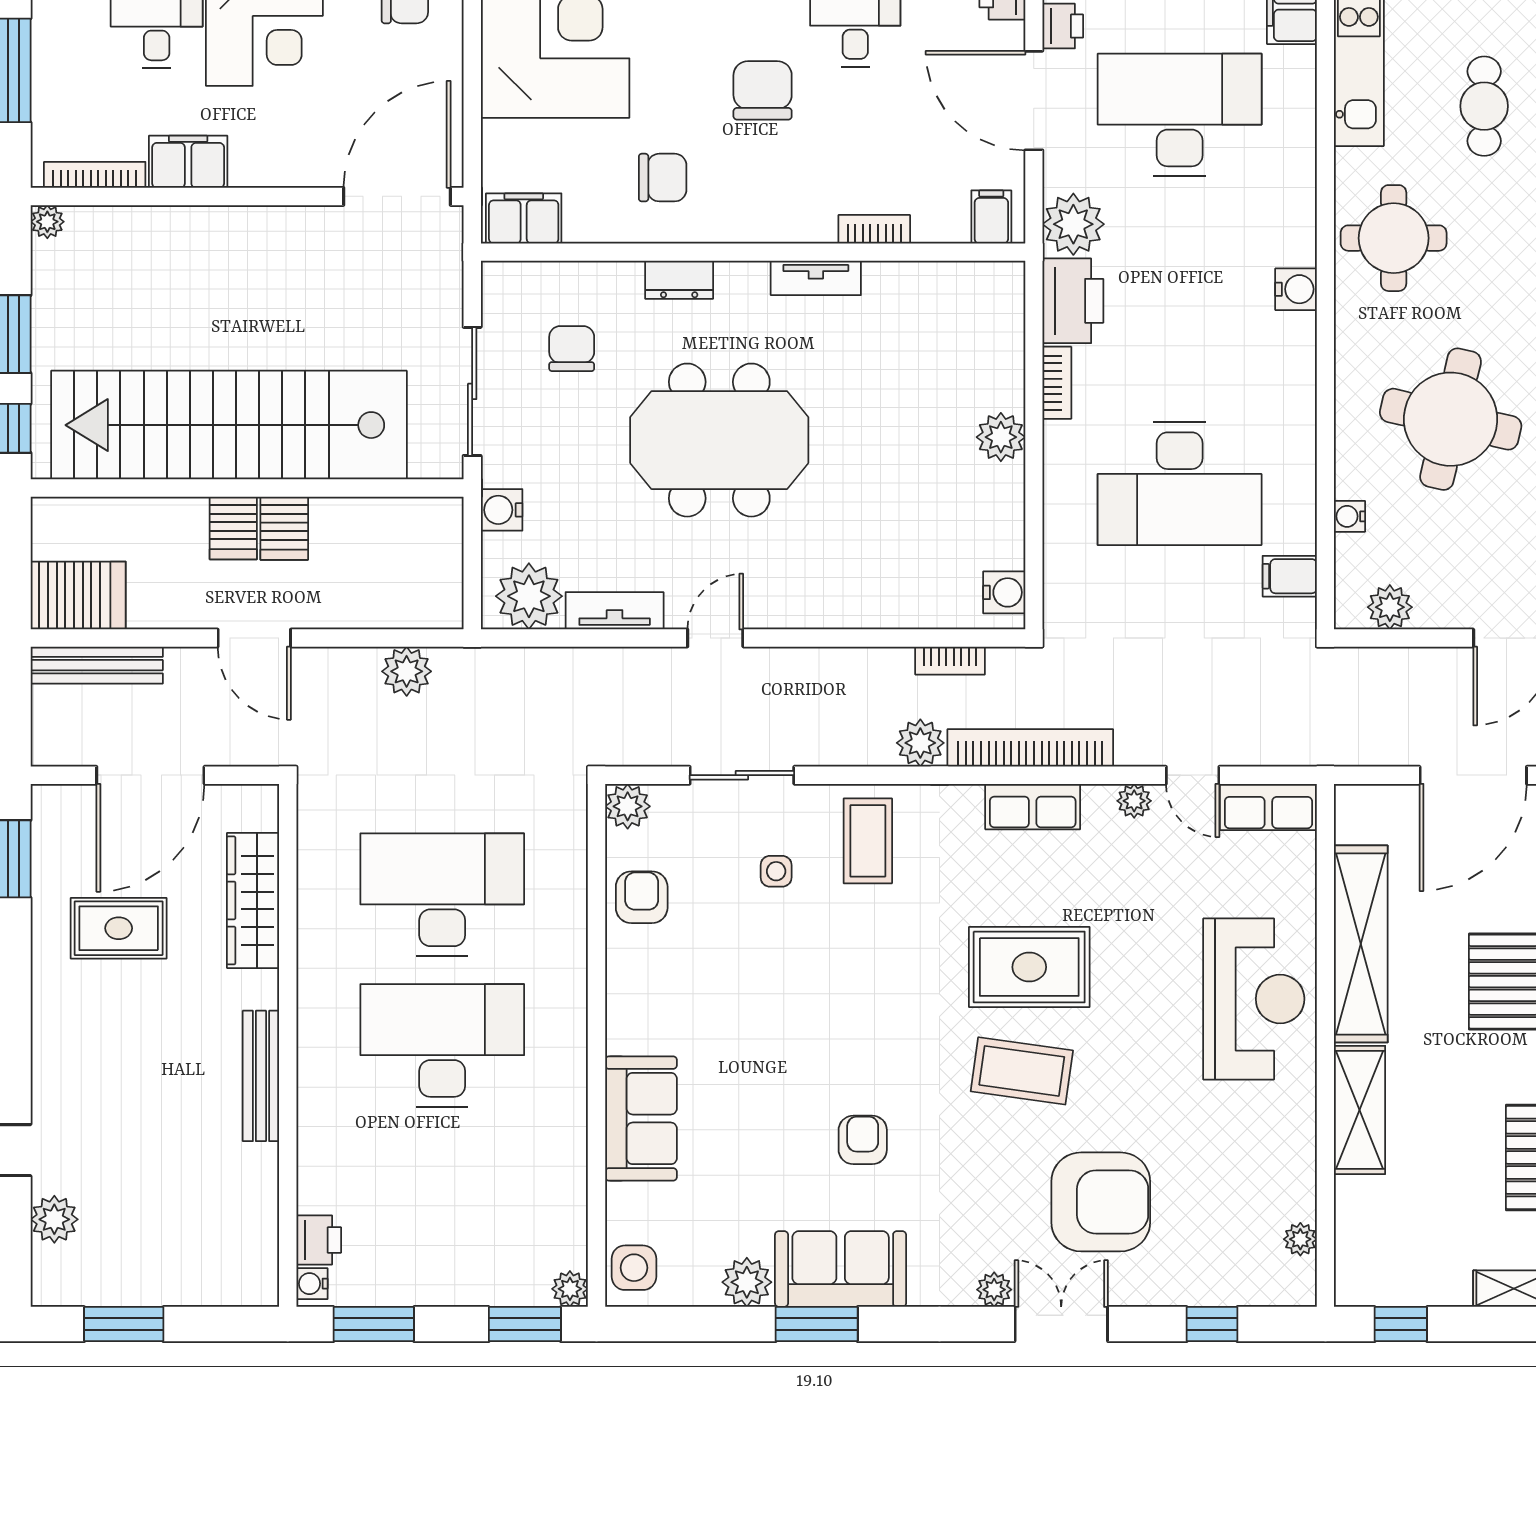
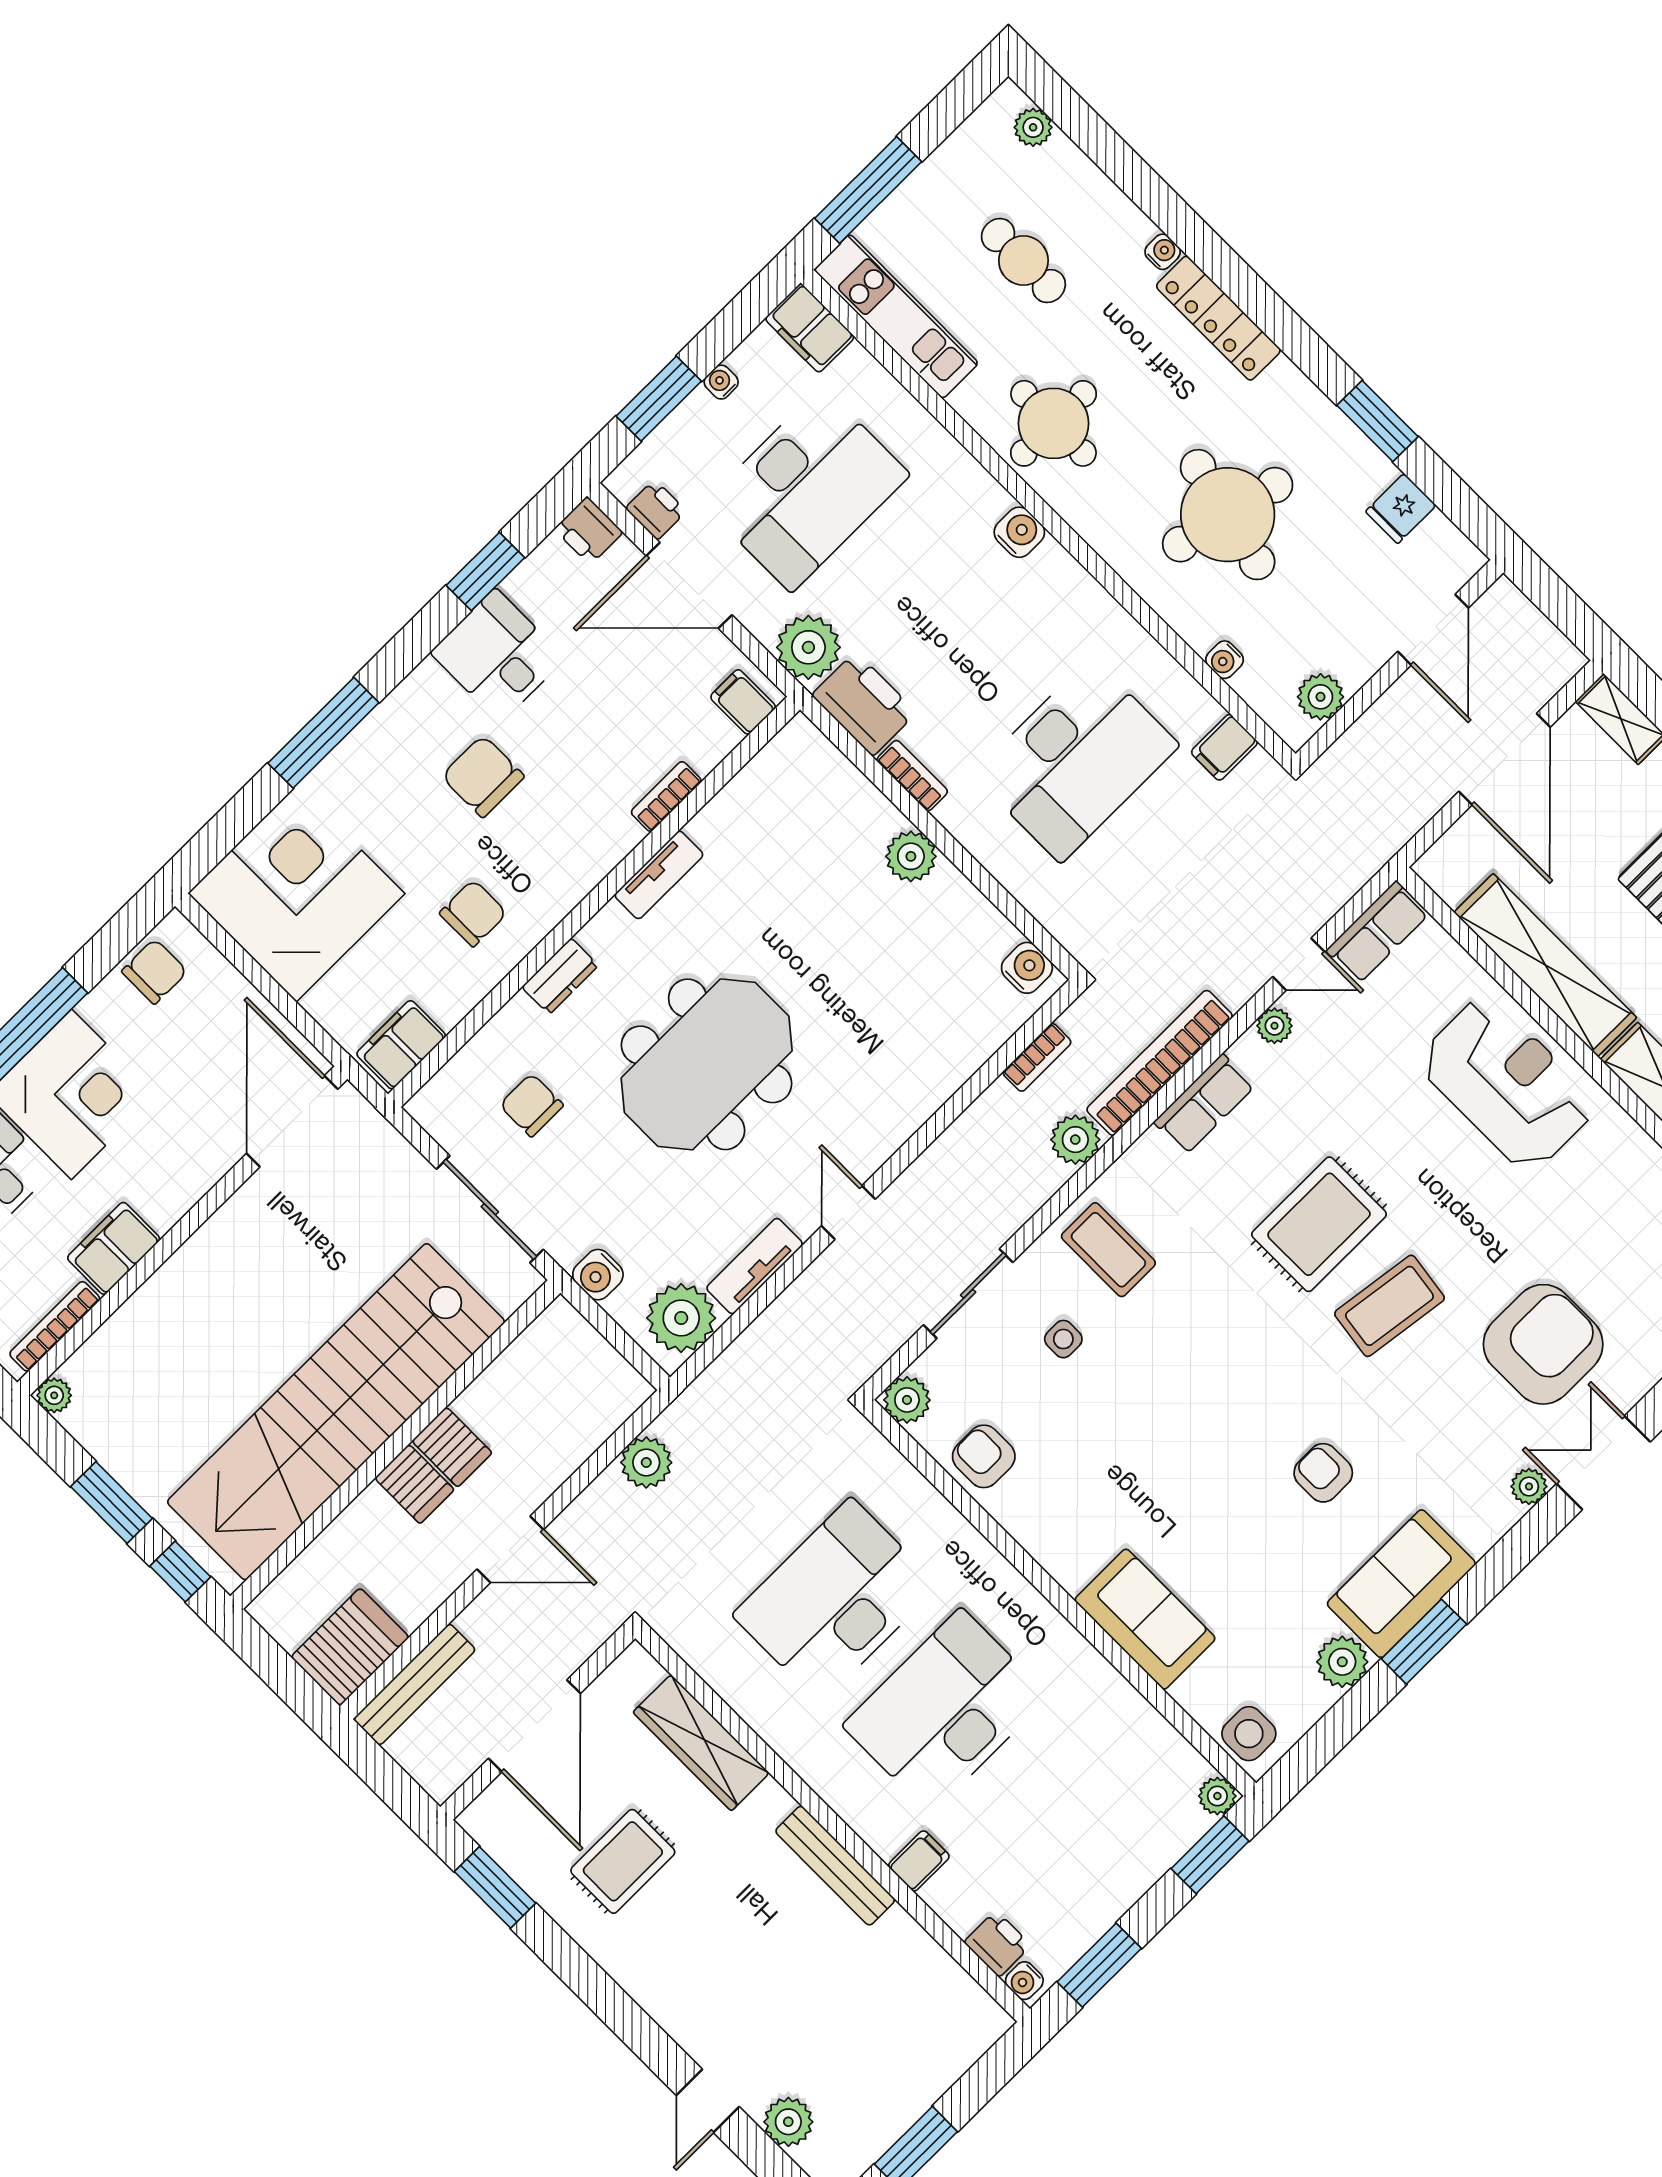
desk: (1180, 115) -> (807, 489), turned 180
filing cabinet: (321, 1130) -> (919, 1861), added

